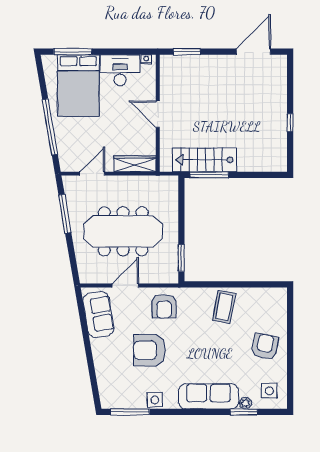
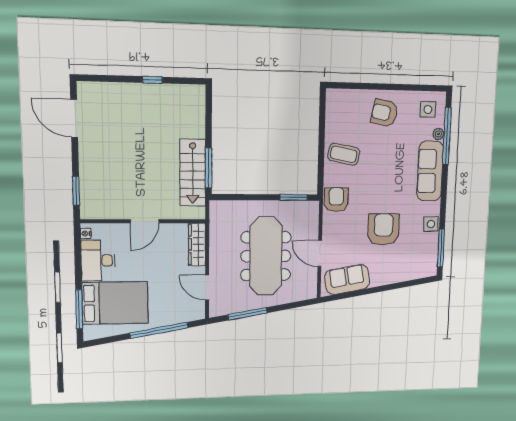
armchair: (164, 306) -> (336, 200), moved, turned -90
armchair: (150, 350) -> (383, 229), turned 180
window: (244, 412) -> (447, 136), width x2.11

